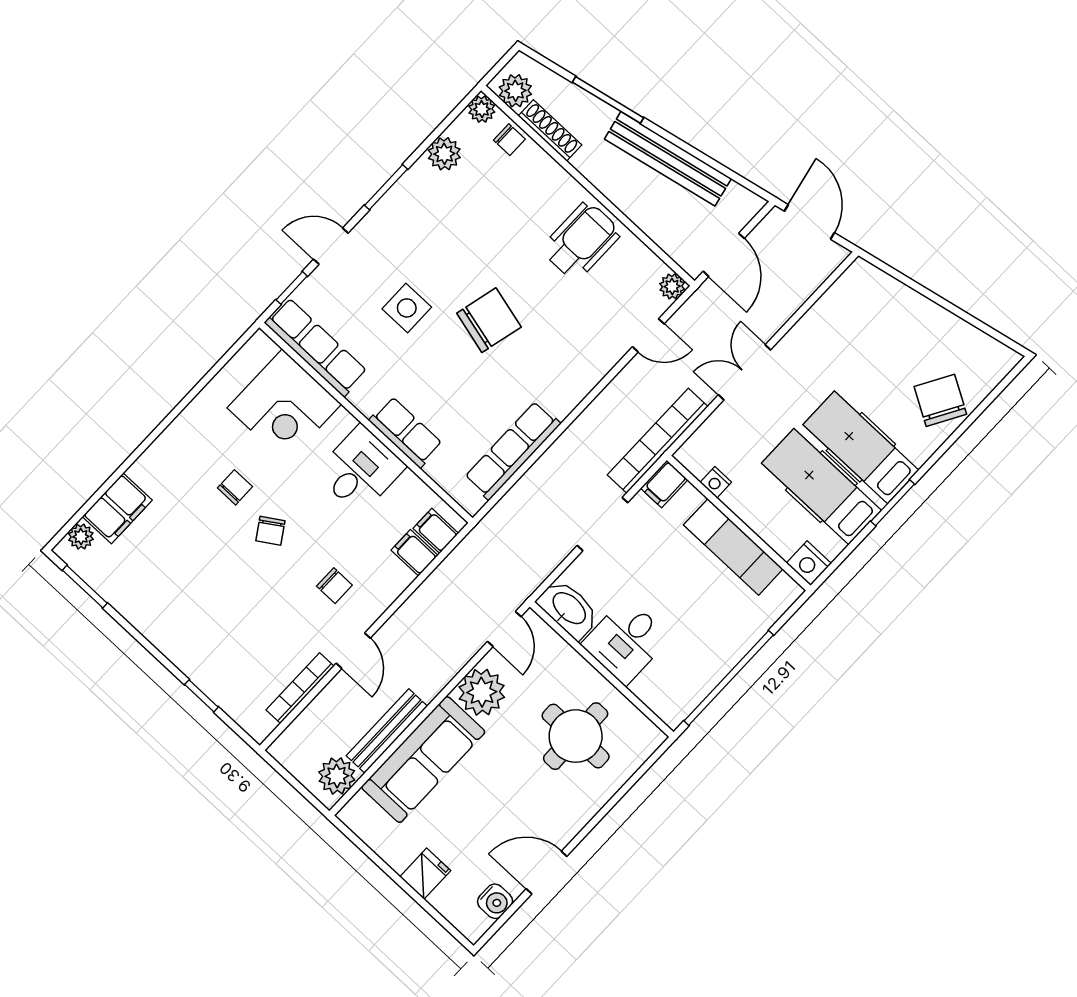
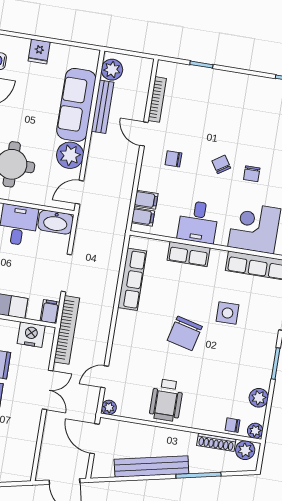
nightstand: (716, 482) -> (31, 335), width x1.89, depth x1.79
door: (504, 629) -> (79, 192), hinge flipped

